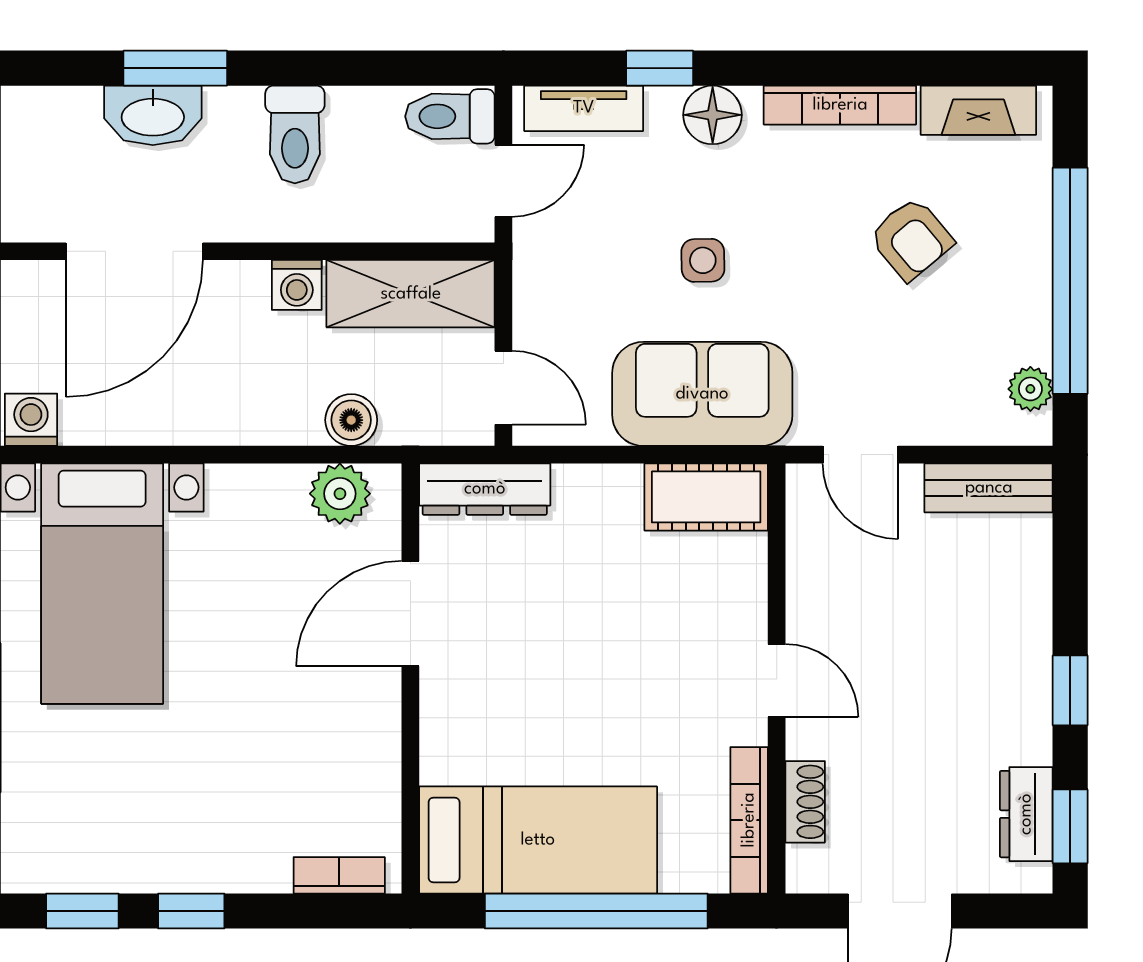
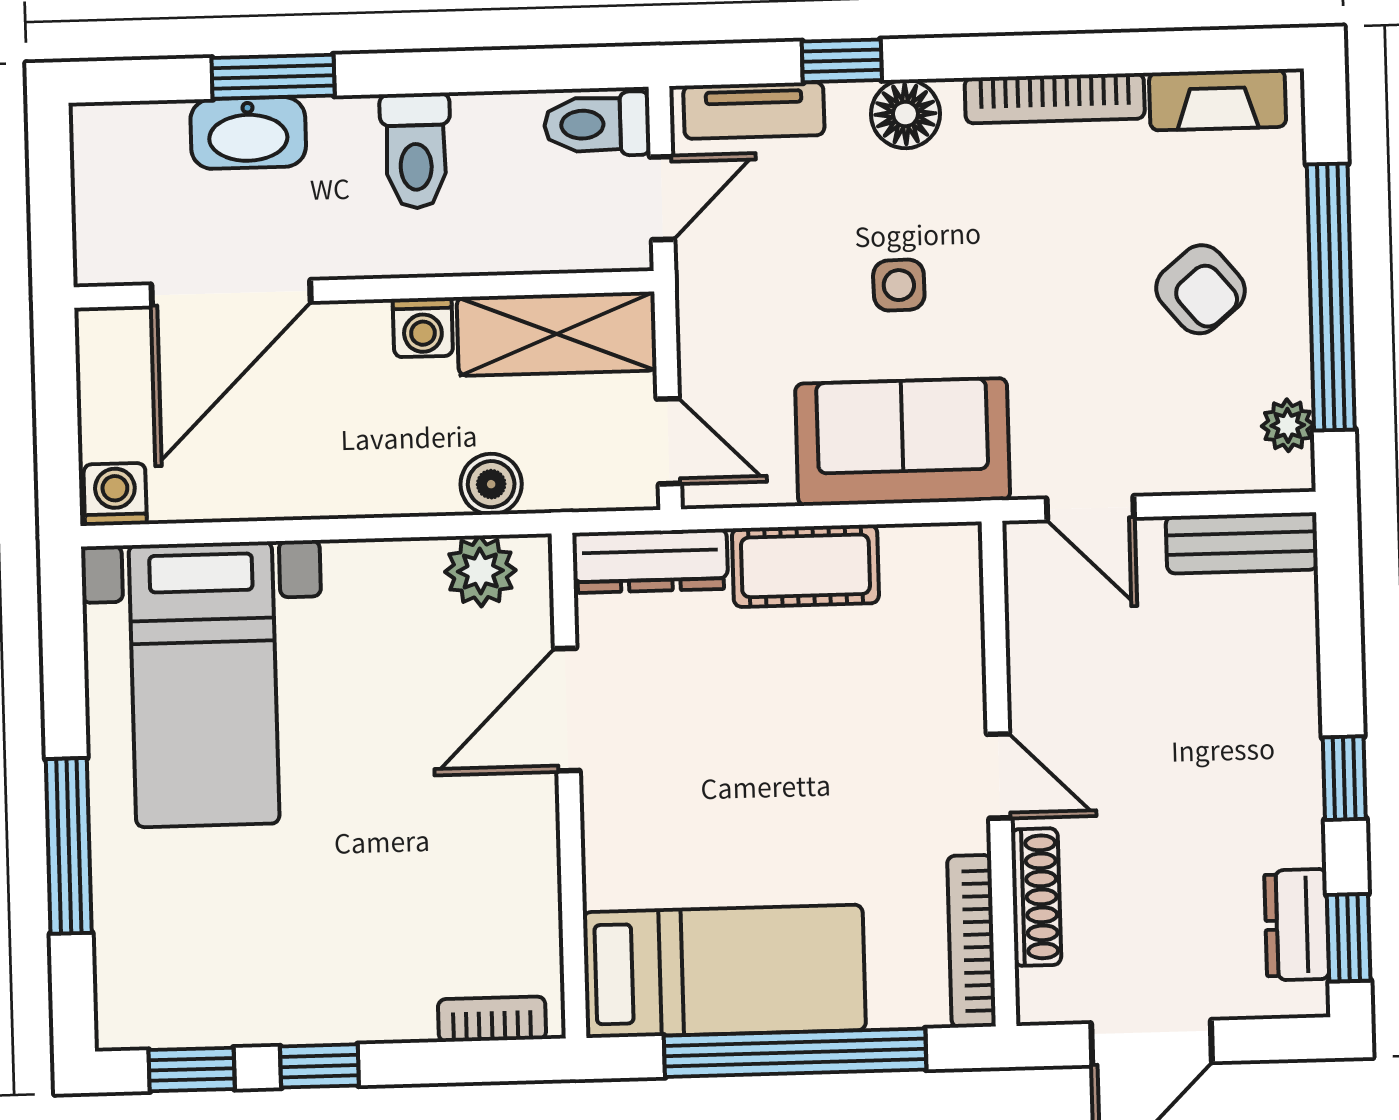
armchair: (911, 239) -> (1200, 289), moved
cot: (706, 497) -> (805, 566), moved
shoe rack: (805, 802) -> (1036, 897), width x1.43

